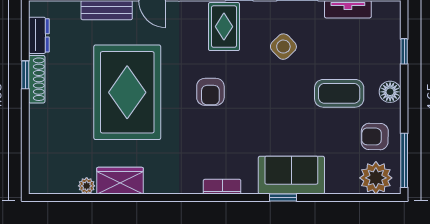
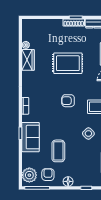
rug: (127, 92) -> (68, 63), width x0.73, depth x0.69
coffee table: (339, 93) -> (58, 151), moved

